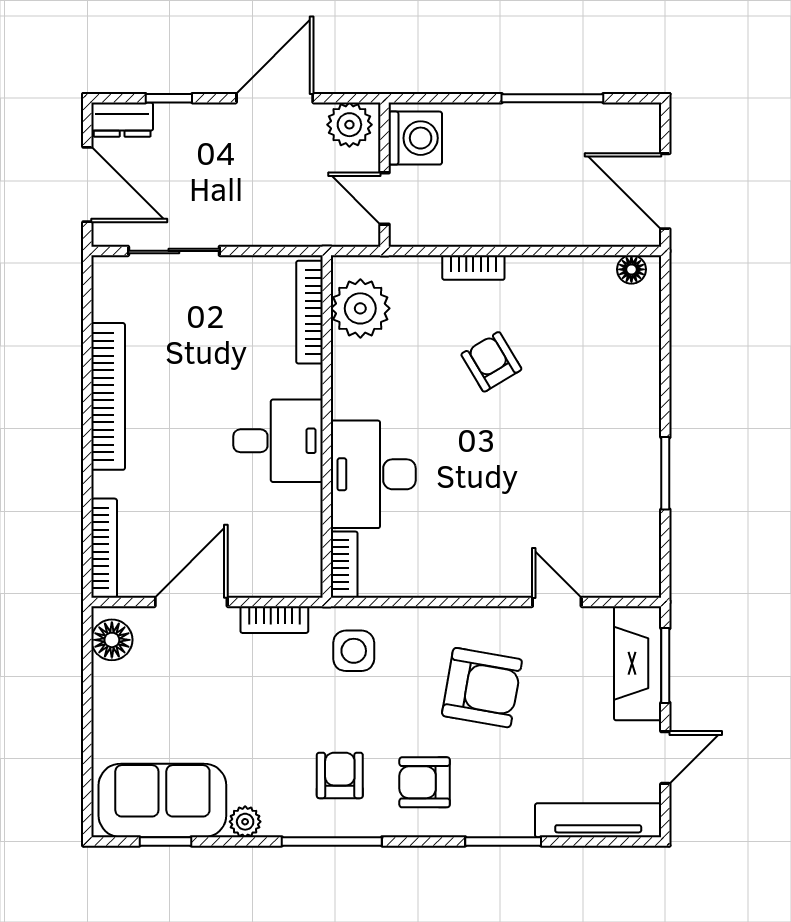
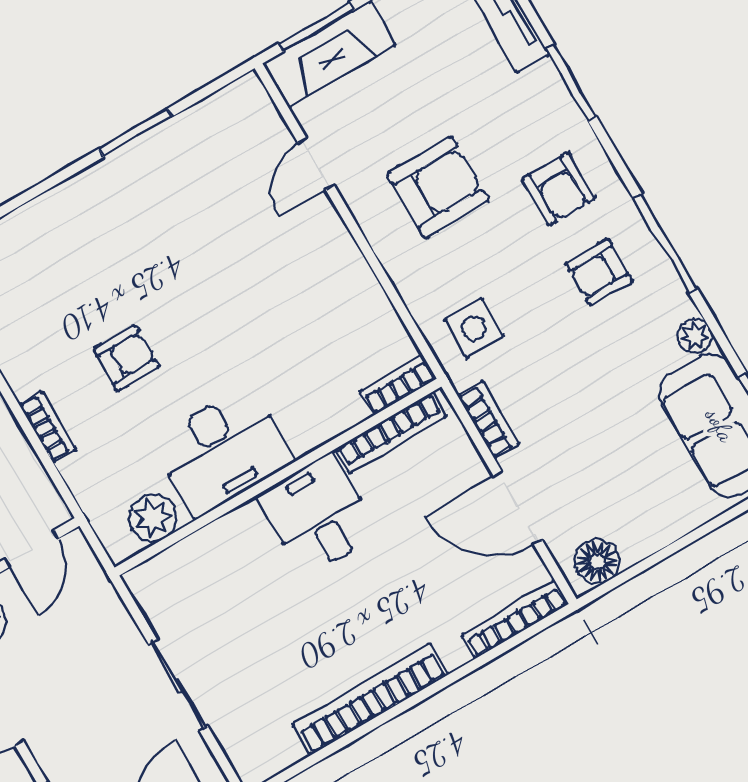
sliding door: (174, 251) -> (178, 685), moved
plant: (360, 308) -> (153, 518), width x0.73, depth x0.73
bookcase: (309, 312) -> (391, 433), moved
armchair: (491, 362) -> (126, 358), turned -149
desk: (373, 474) -> (223, 451), moved
armchair: (482, 688) -> (438, 187), turned 80

